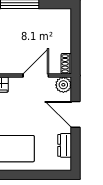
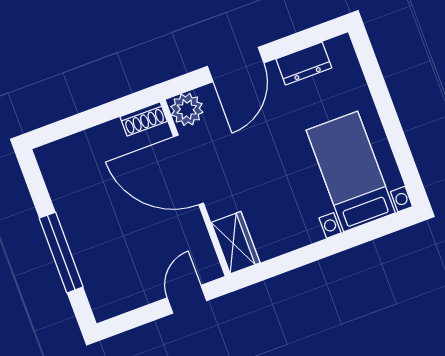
door: (36, 75) -> (189, 170), width x1.36

